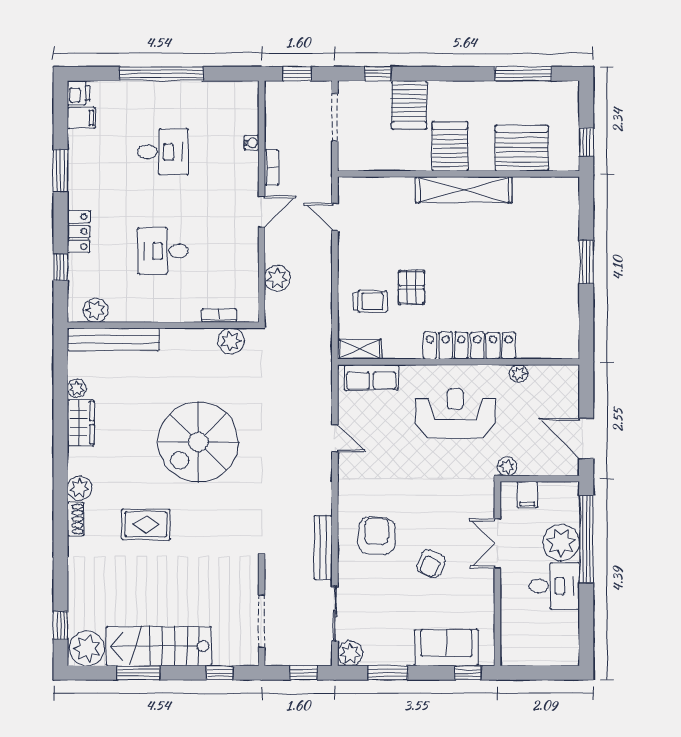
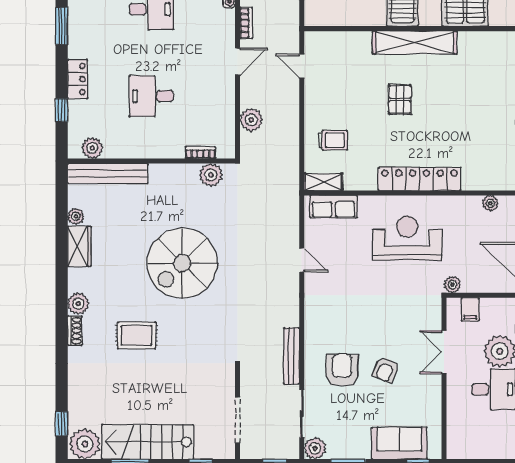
pallet: (411, 287) -> (400, 99), moved
plant: (519, 373) -> (490, 203), moved
armchair: (377, 536) -> (342, 370), moved

